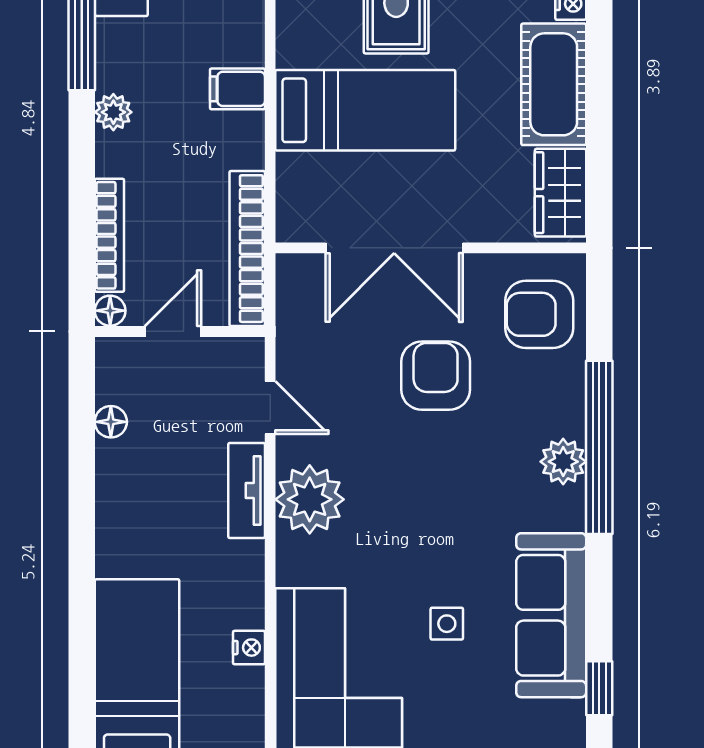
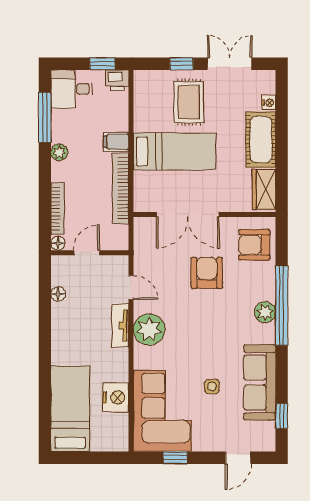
bookcase: (247, 249) -> (121, 188), moved
nightstand: (249, 648) -> (116, 397), width x1.89, depth x1.79

